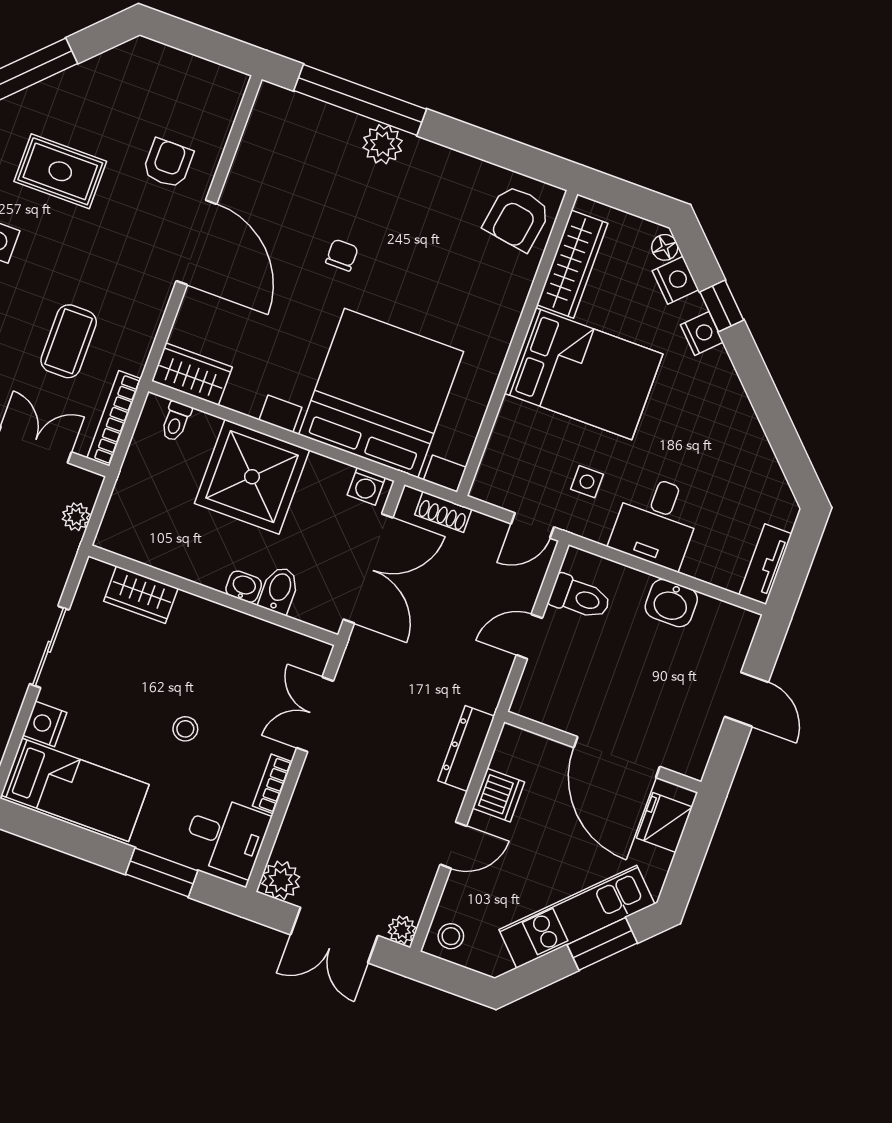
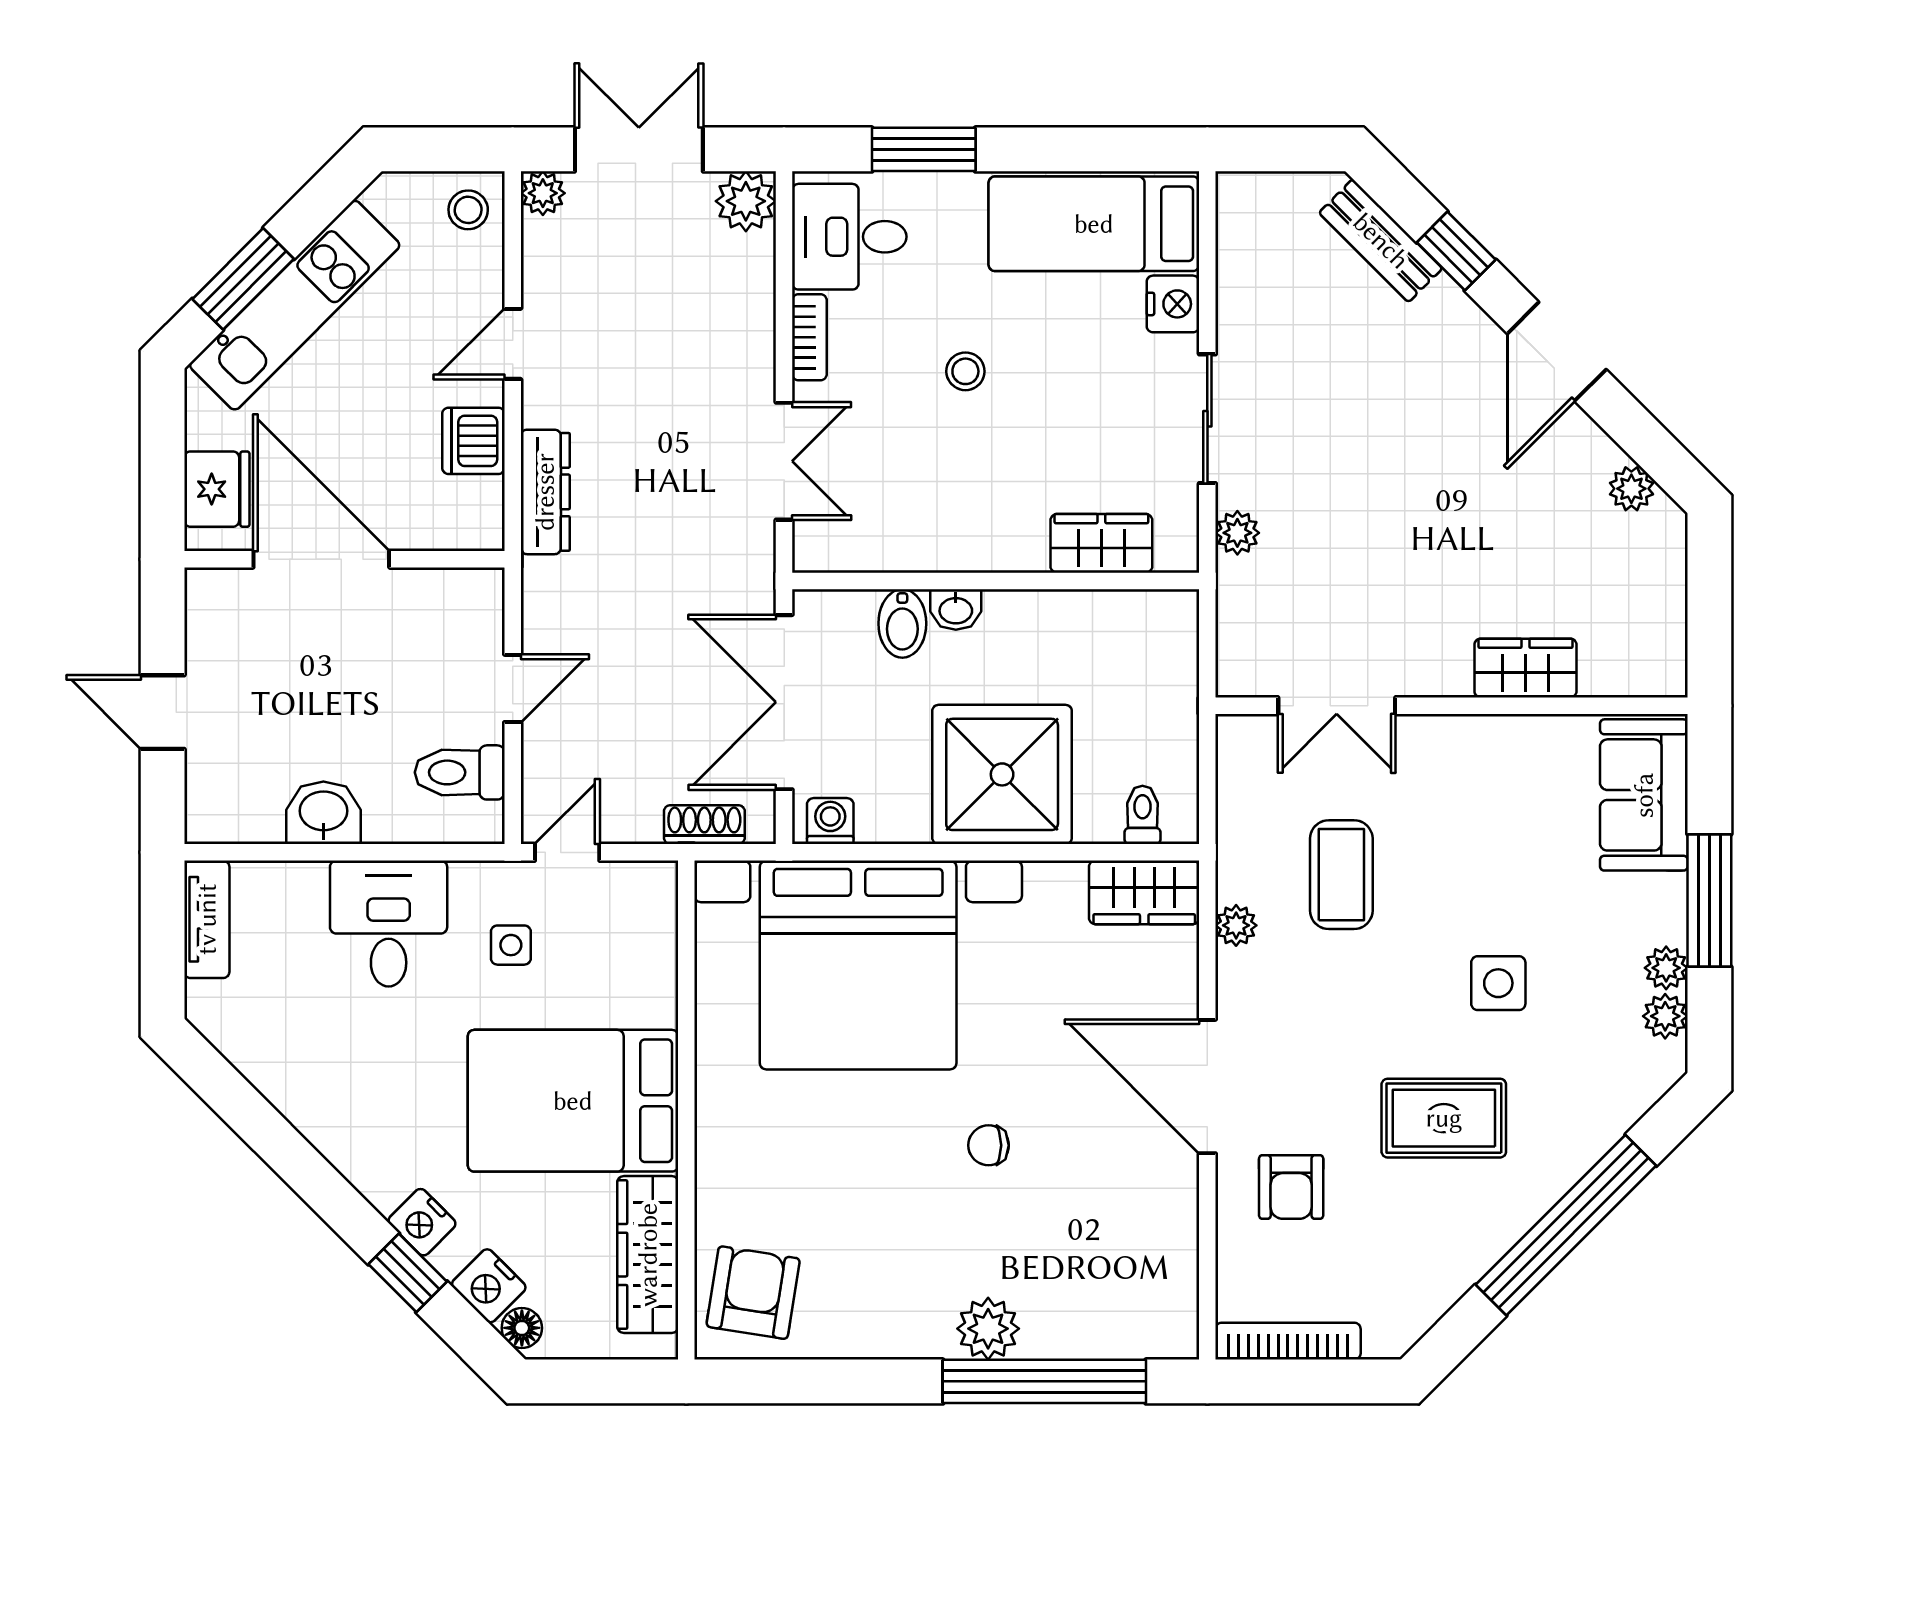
chair: (342, 255) -> (989, 1145), turned 90
plant: (144, 334) -> (1236, 925), added
bookcase: (114, 418) -> (1288, 1341), moved, turned -90
plant: (76, 517) -> (1237, 533), moved

